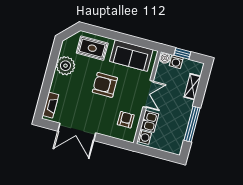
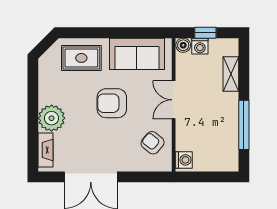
plant: (65, 66) -> (52, 118), moved
double door: (148, 94) -> (174, 100), swing flipped
armchair: (126, 120) -> (153, 143), turned -51
kitchen sink: (149, 121) -> (185, 136), removed

